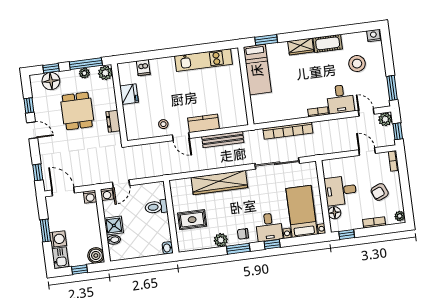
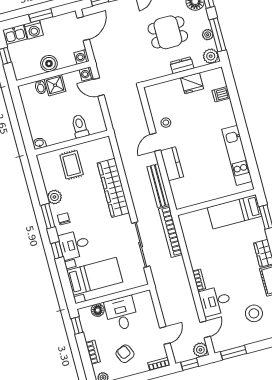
dresser: (113, 121) -> (182, 65), moved
bookcase: (288, 131) -> (170, 232), moved
boiler: (96, 255) -> (49, 64), moved

